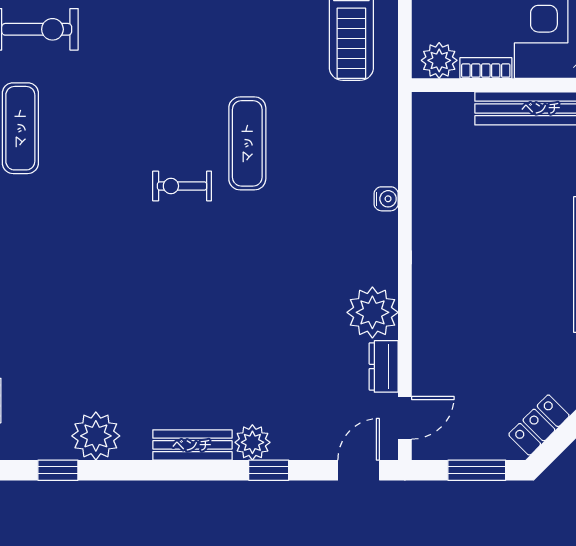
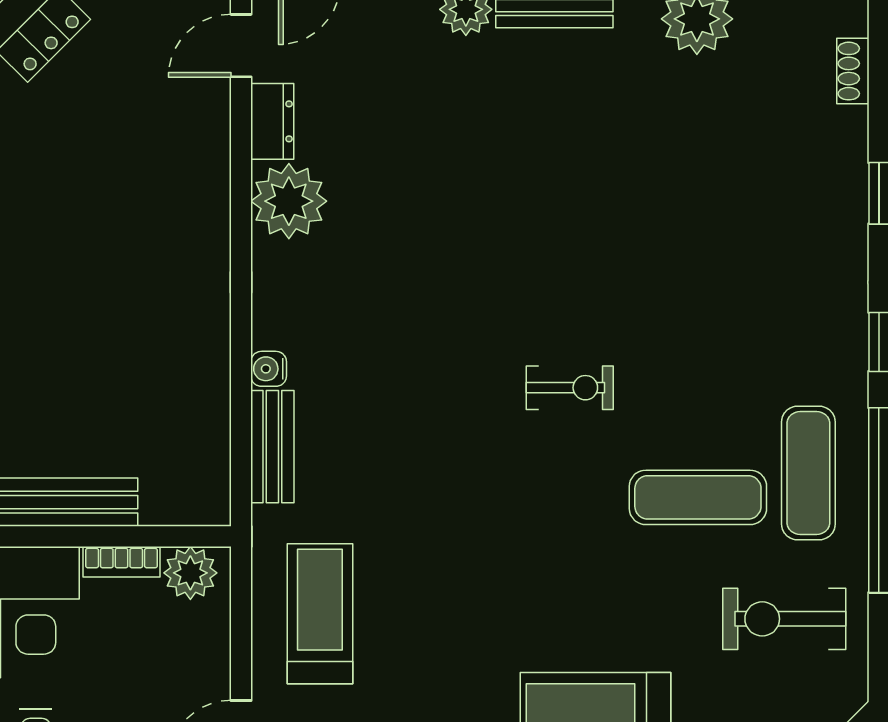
exercise mat: (247, 143) -> (698, 497), moved, turned 90
bench: (384, 146) -> (272, 447), added

